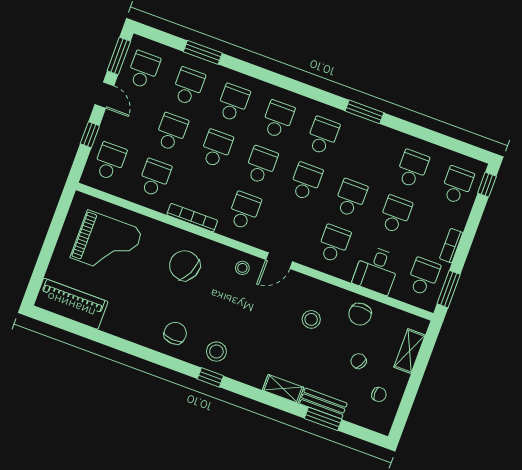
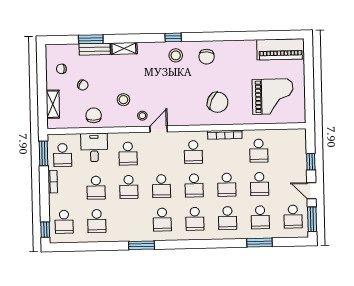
school desk: (110, 161) -> (291, 150), removed
grand piano: (107, 244) -> (273, 97), turned 180
stool: (242, 268) -> (142, 116), moved

